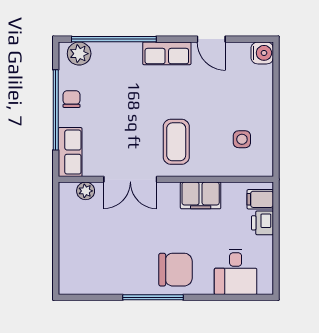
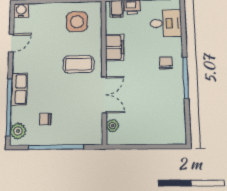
row of seats: (167, 53) -> (19, 89), moved
chair: (72, 99) -> (45, 119), moved
side table: (242, 139) -> (77, 22), width x1.87, depth x1.87
row of seats: (70, 152) -> (85, 137), removed
chair: (175, 270) -> (166, 63), width x0.54, depth x0.54

